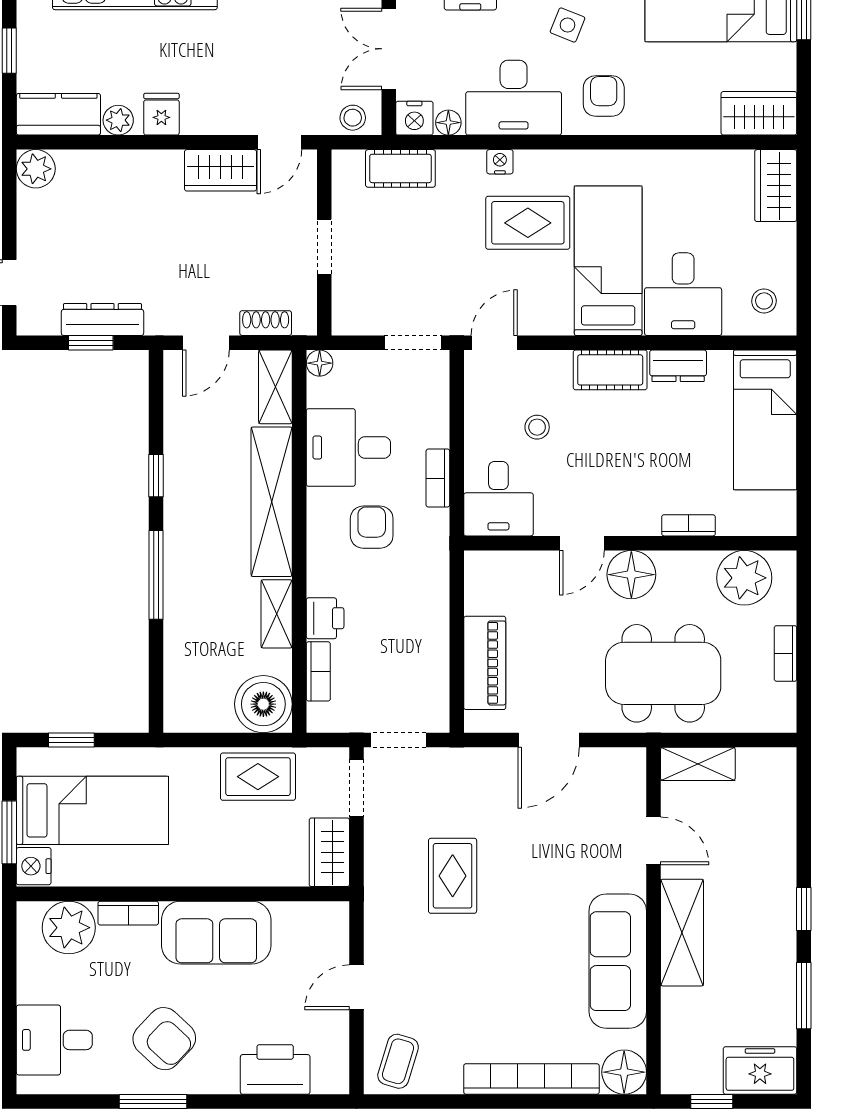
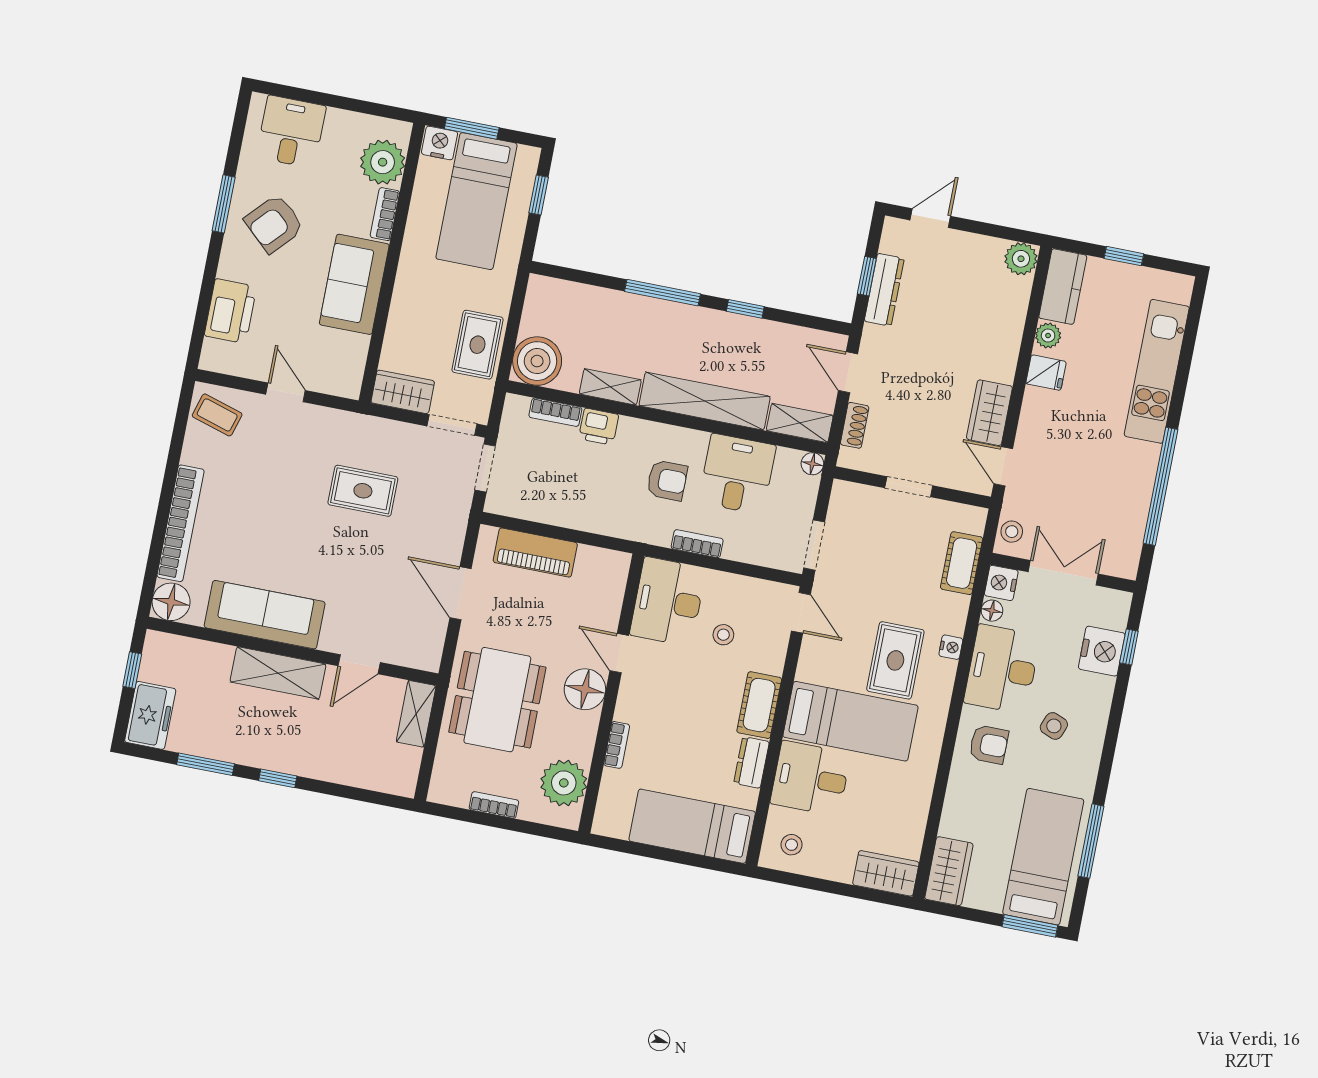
desk: (498, 499) -> (668, 602), width x1.37

